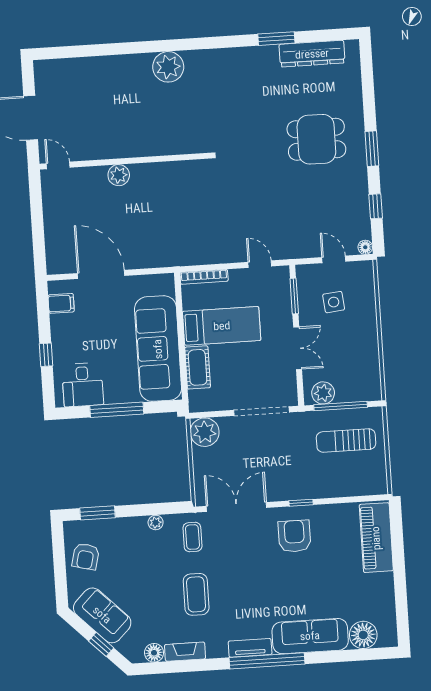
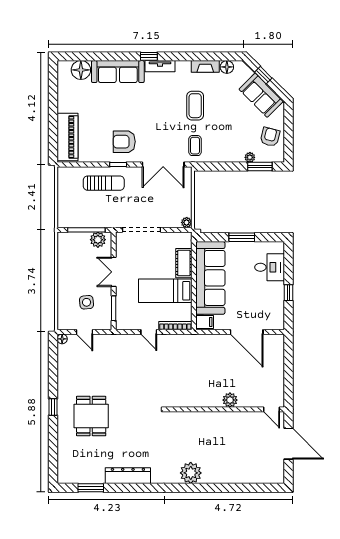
window: (276, 39) -> (91, 488), moved
dresser: (312, 54) -> (128, 476), moved
dining table: (316, 139) -> (91, 416), turned 90
window: (372, 149) -> (53, 407), width x0.67
window: (376, 206) -> (53, 367), removed
door: (260, 264) -> (149, 332), moved
filing cabinet: (61, 303) -> (205, 322), moved, turned 180
window: (46, 355) -> (288, 293), moved
desk: (83, 385) -> (270, 267), moved, turned 90
window: (117, 410) -> (242, 237), width x0.69
plant: (205, 432) -> (187, 222), width x0.53, depth x0.53
sun lounger: (346, 441) -> (104, 183), moved
plant: (156, 522) -> (250, 157), moved
armchair: (294, 536) -> (124, 142), turned 90
window: (267, 661) -> (149, 56), width x0.32

